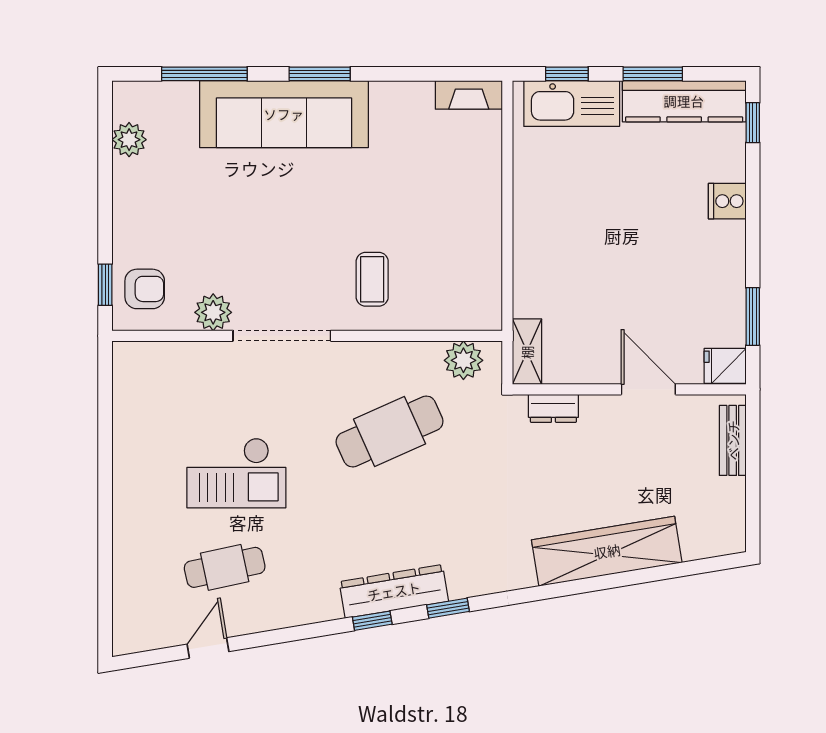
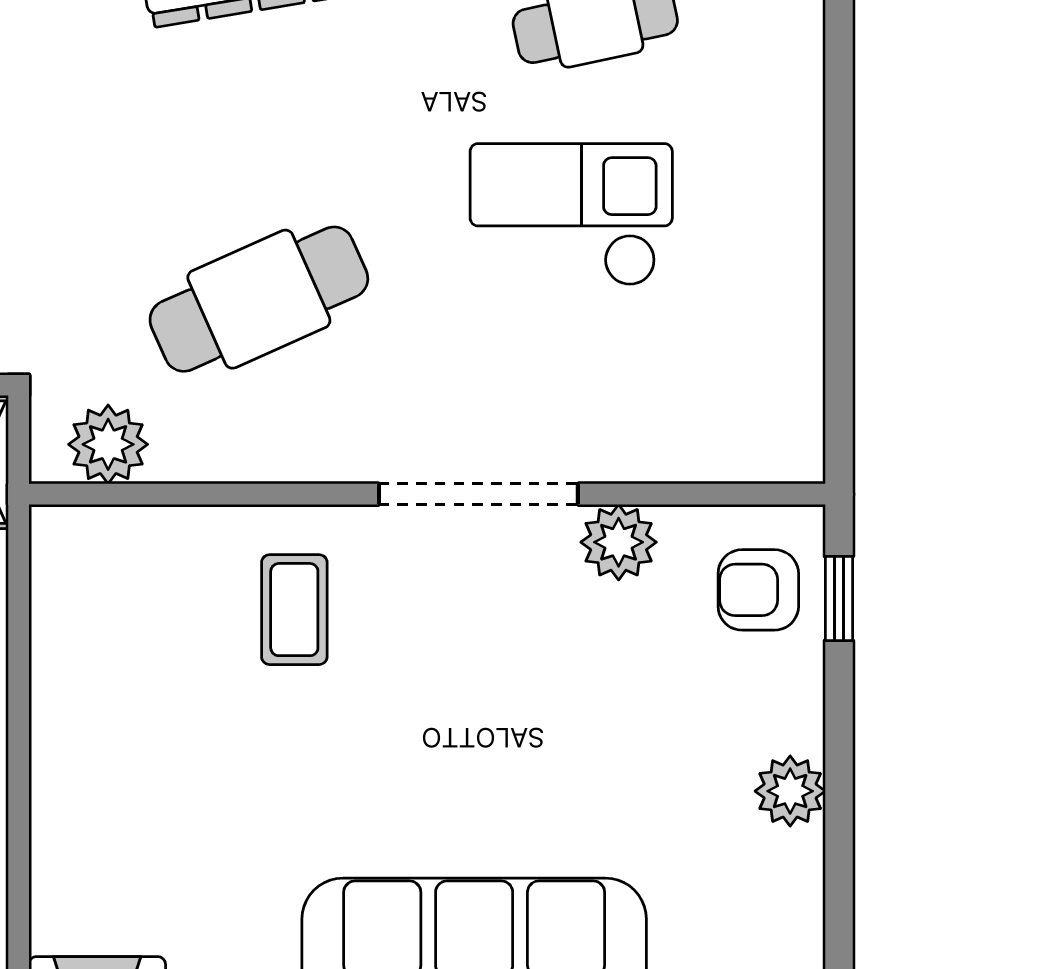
plant: (129, 140) -> (790, 791), moved

